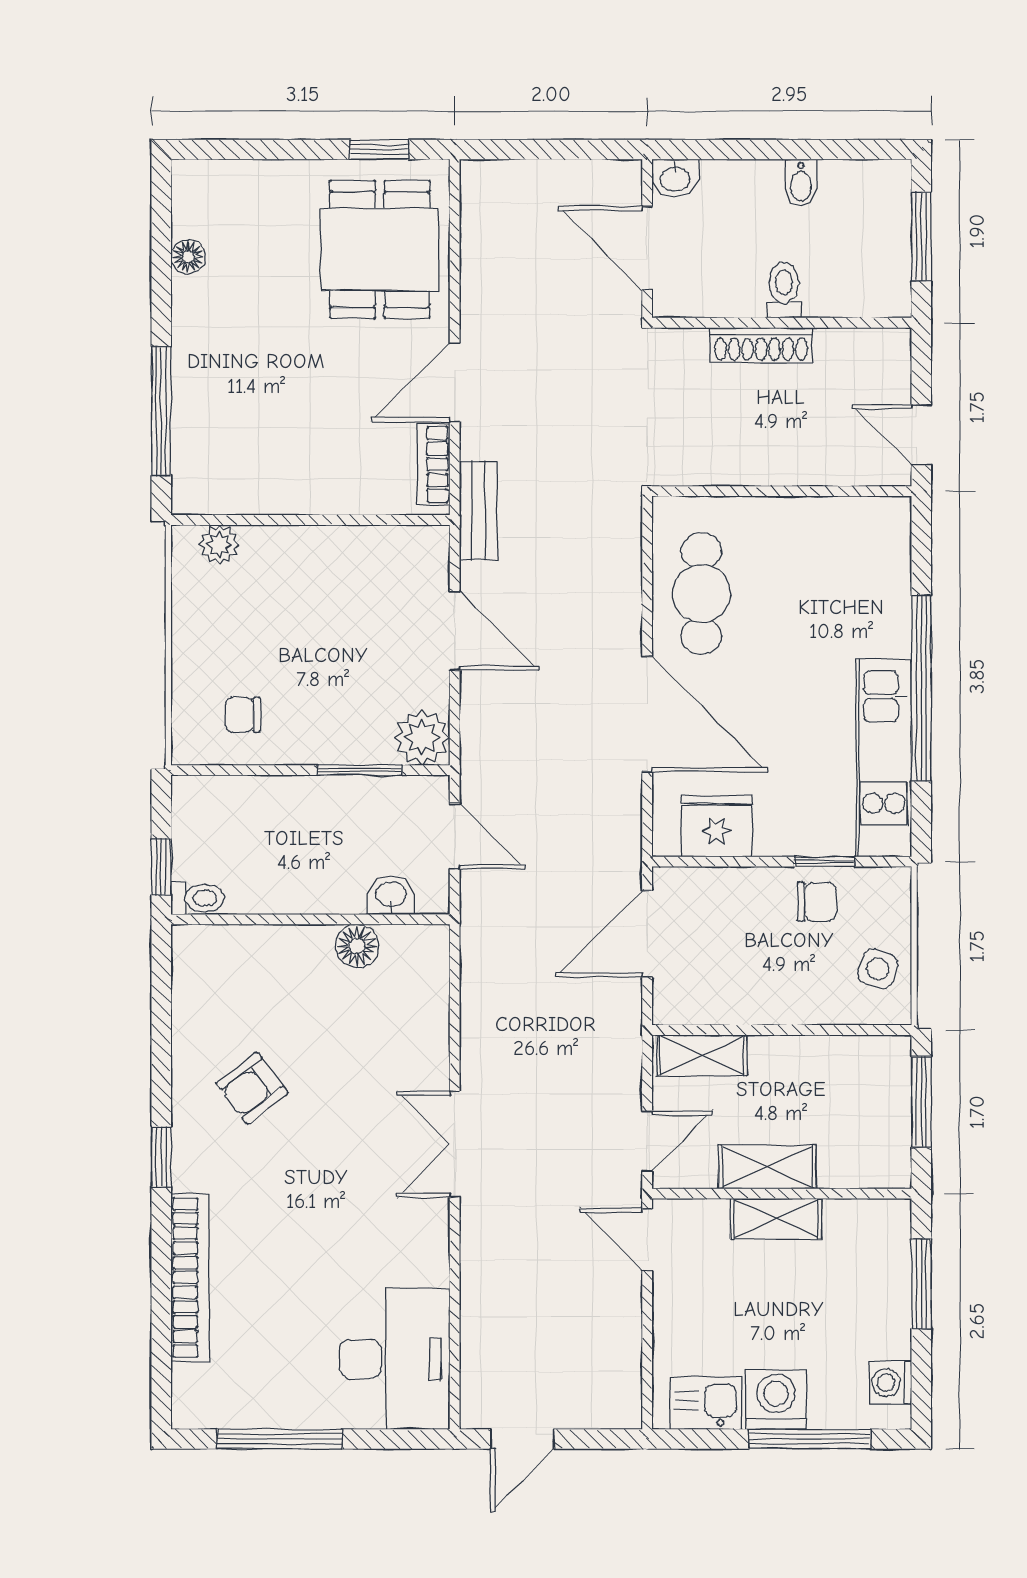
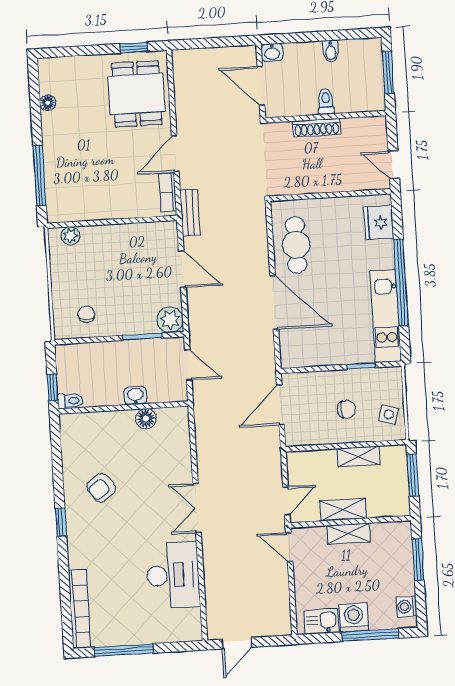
chair: (243, 715) -> (86, 314), turned 90
fridge: (717, 826) -> (379, 223), moved, turned -90
washbasin: (391, 895) -> (135, 396), moved
chair: (817, 902) -> (346, 409), moved
shelving: (702, 1055) -> (359, 457), moved
bookcase: (190, 1278) -> (80, 609), moved
desk: (395, 1359) -> (173, 575), moved

